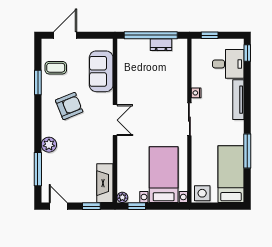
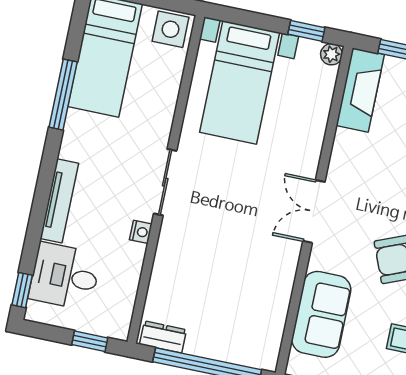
dresser: (161, 45) -> (163, 337), moved

